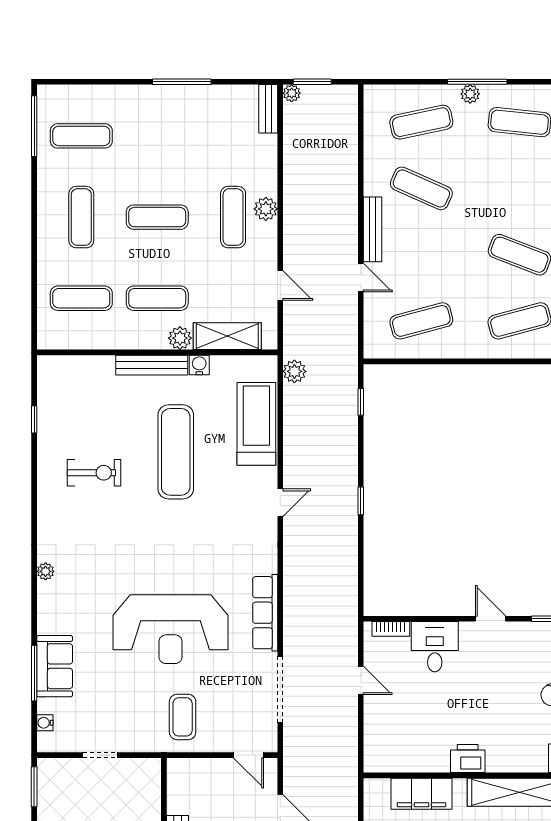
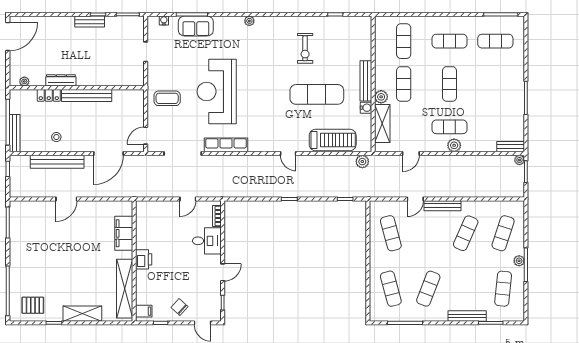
exercise mat: (421, 122) -> (503, 233), turned 30
exercise mat: (81, 136) -> (495, 41), turned 90

